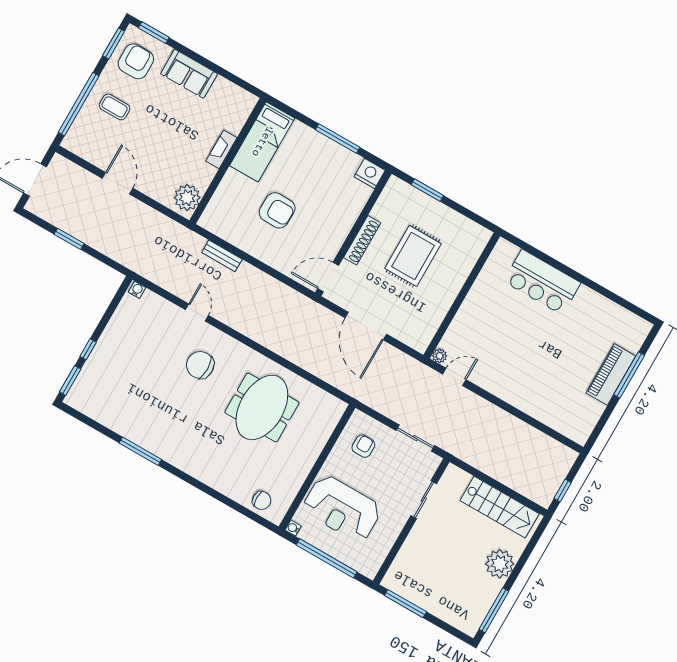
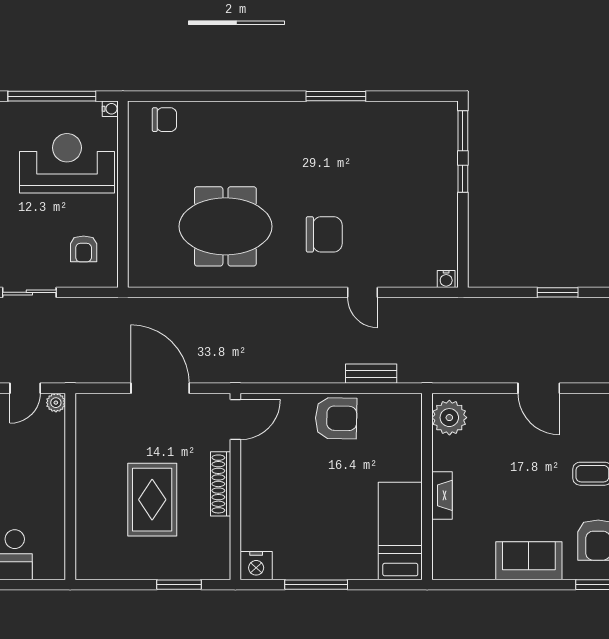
armchair: (277, 210) -> (336, 418), moved, turned 180
meeting table: (262, 407) -> (225, 226), turned 90
chair: (262, 500) -> (164, 120), turned 180

